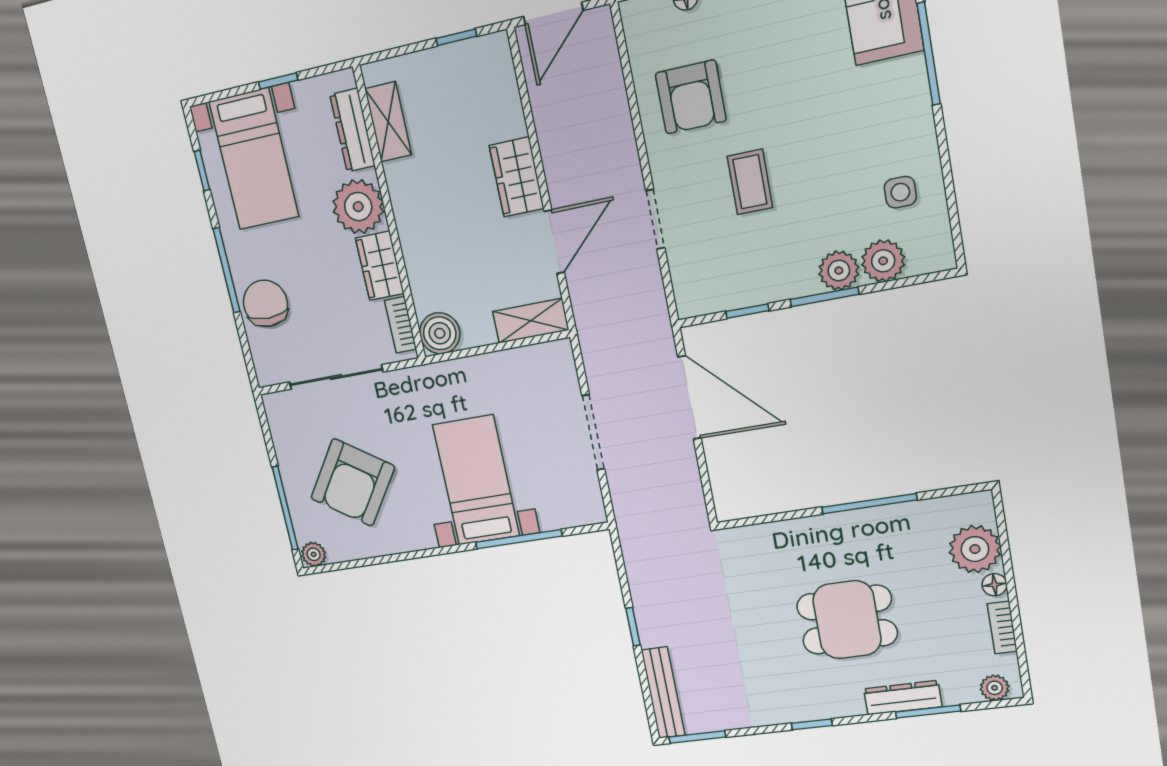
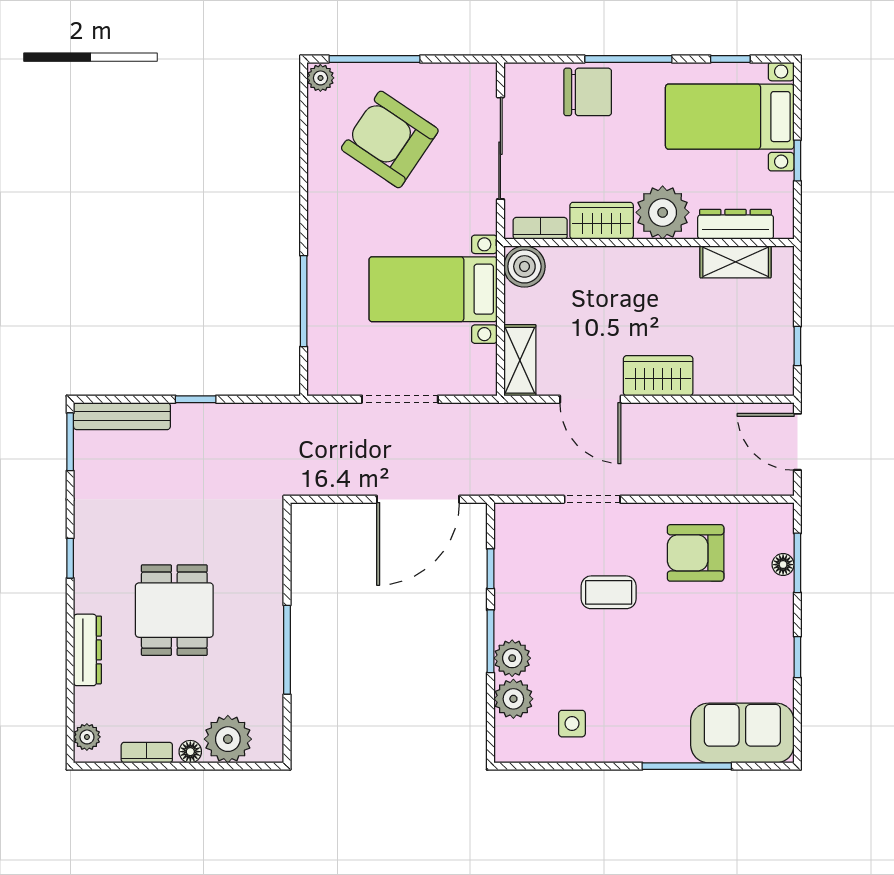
bed with nightstands: (476, 480) -> (433, 289), moved, turned 180
window: (928, 712) -> (70, 672), removed

